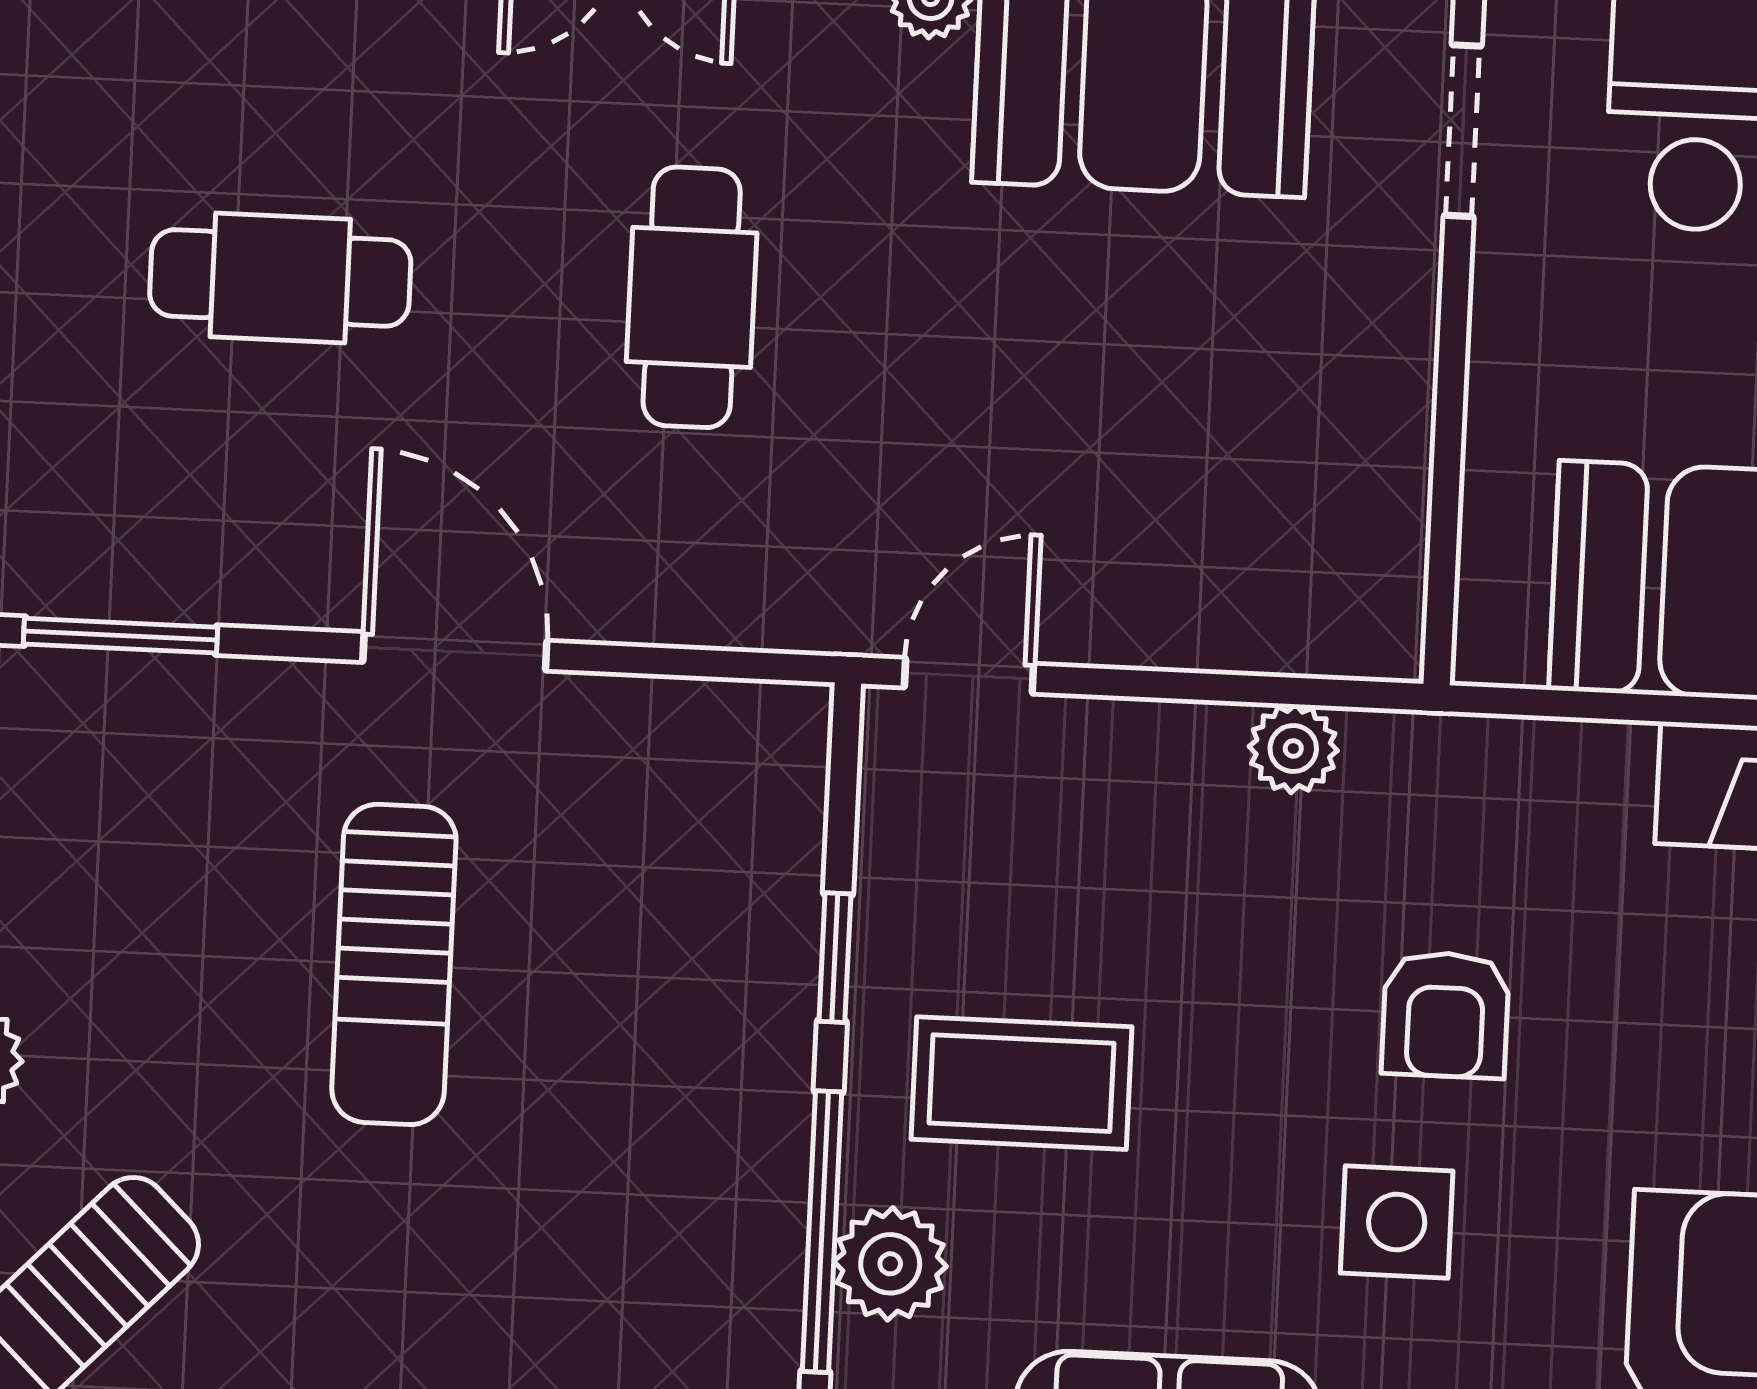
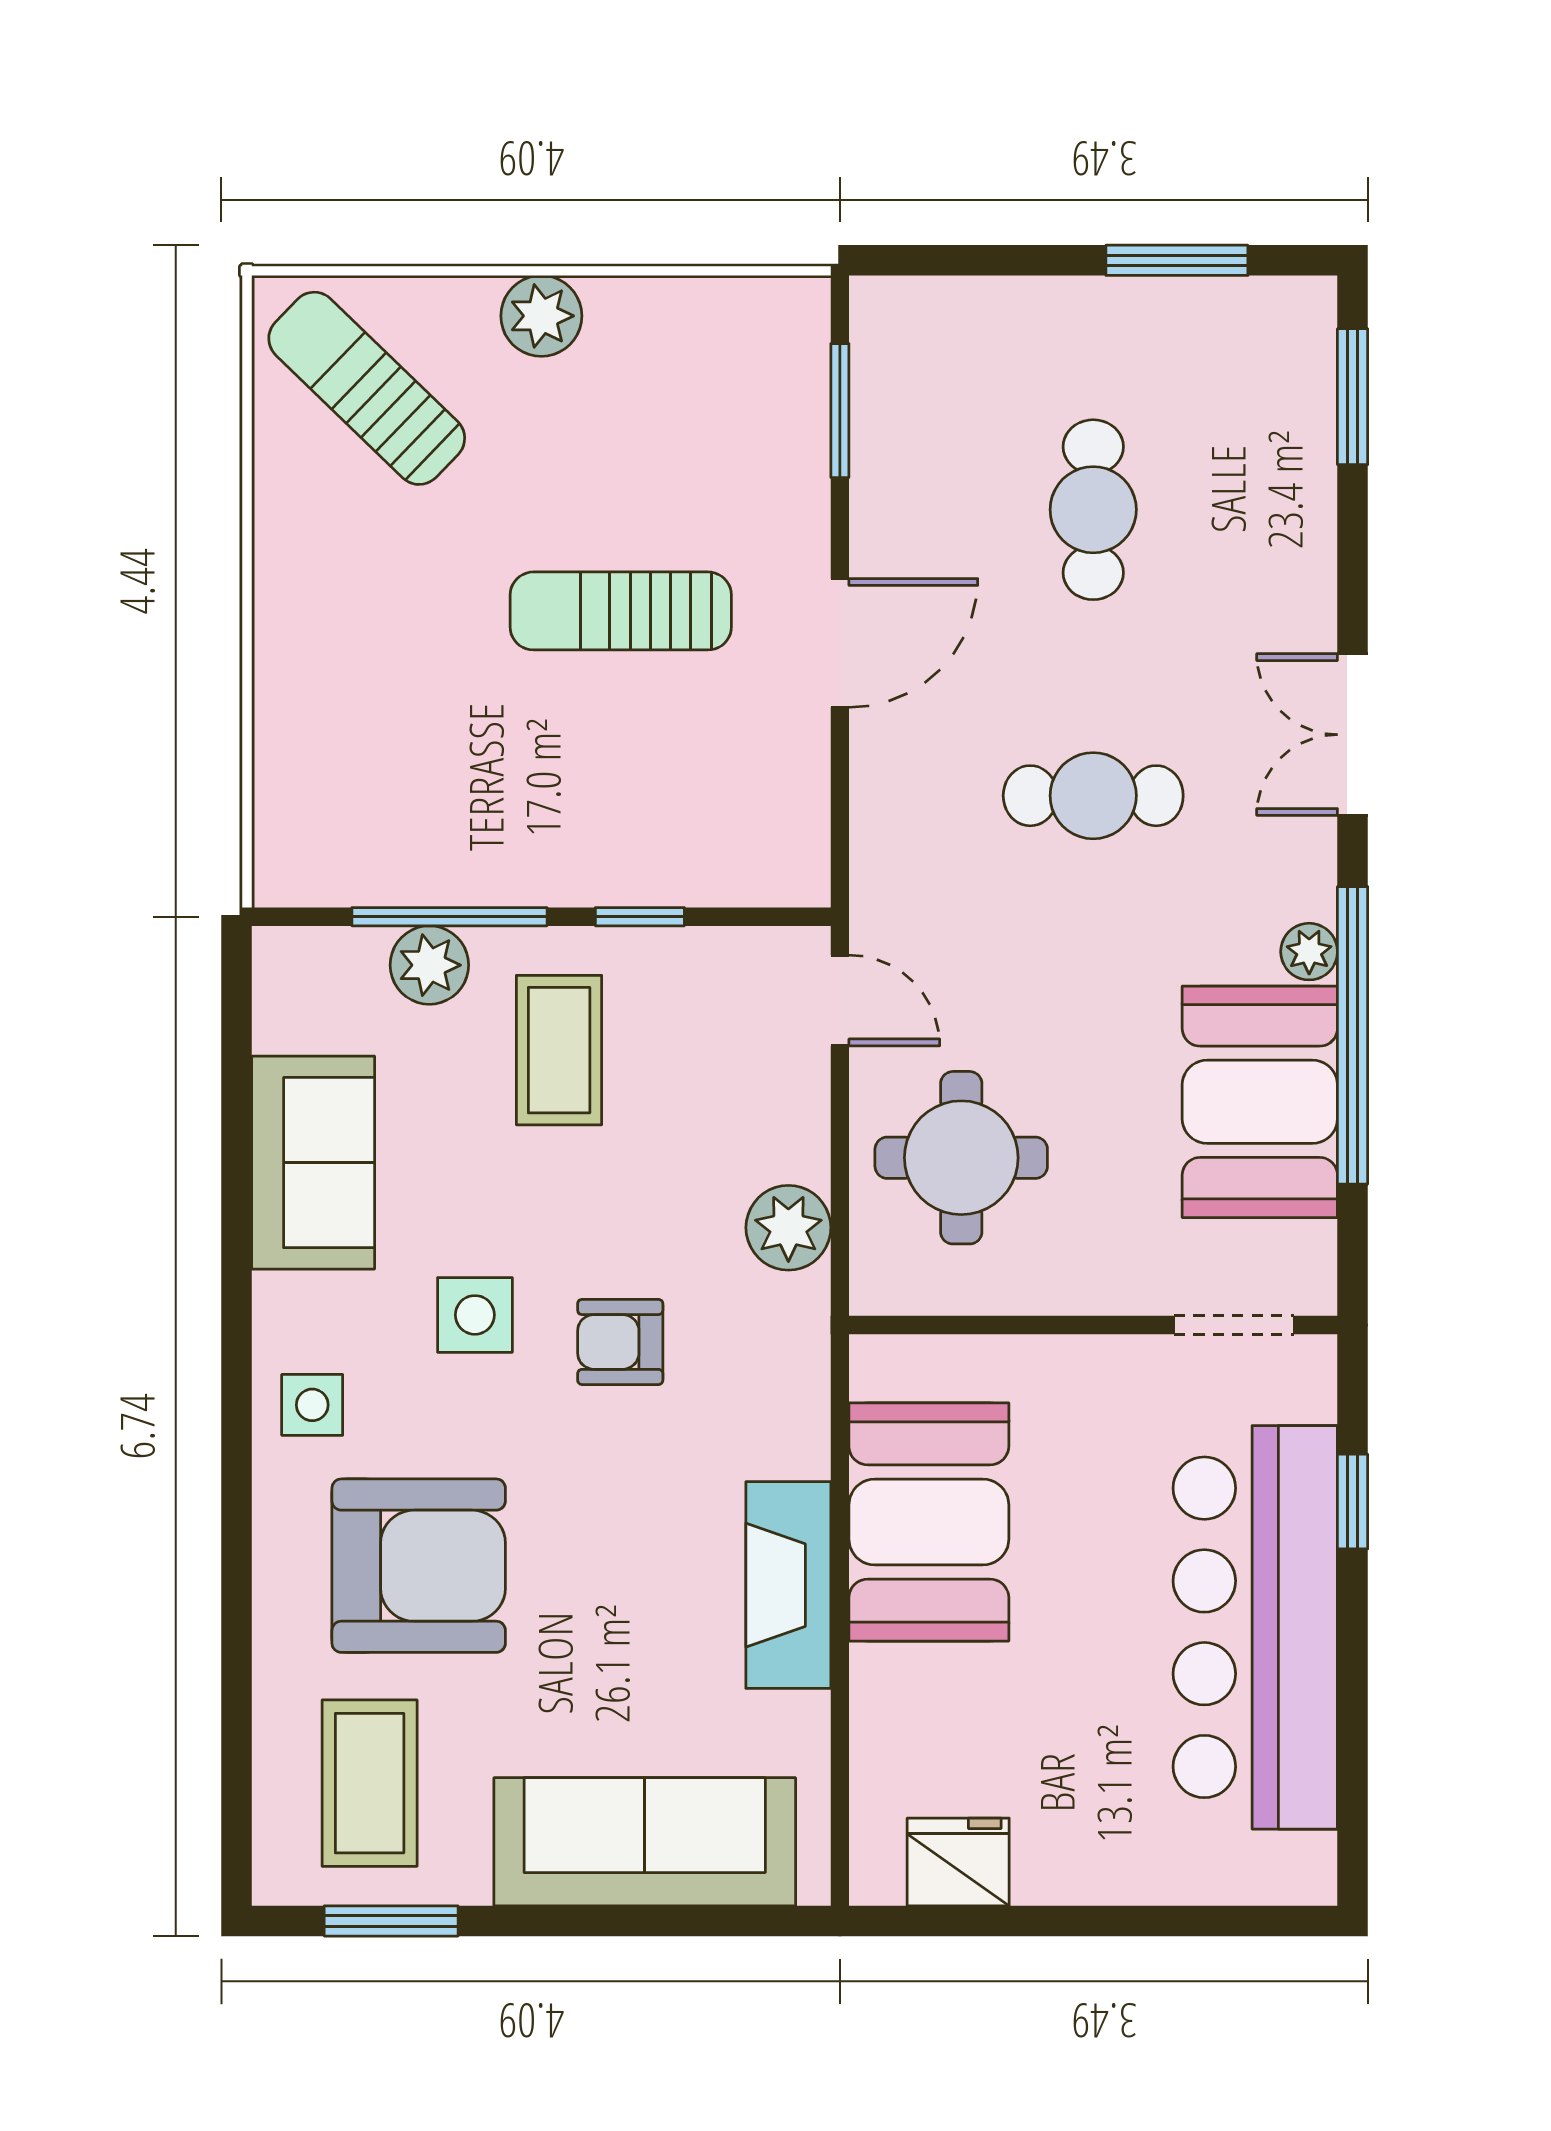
round table: (1203, 512) -> (961, 1158), added
plant: (1293, 749) -> (788, 1228), width x1.38, depth x1.38

